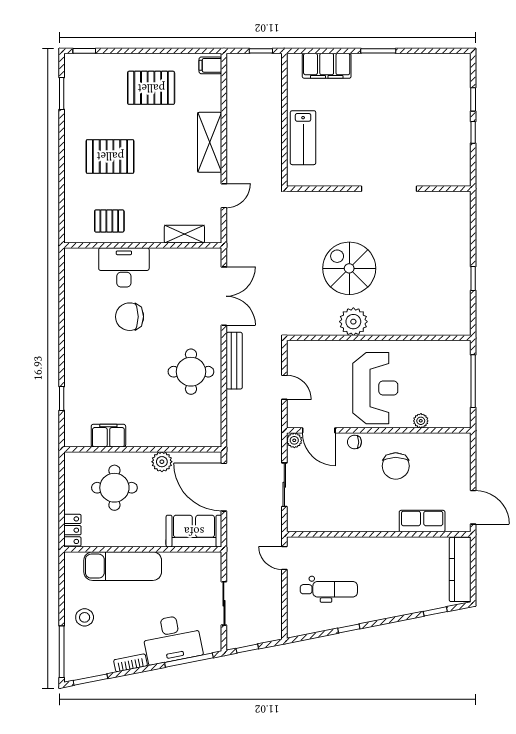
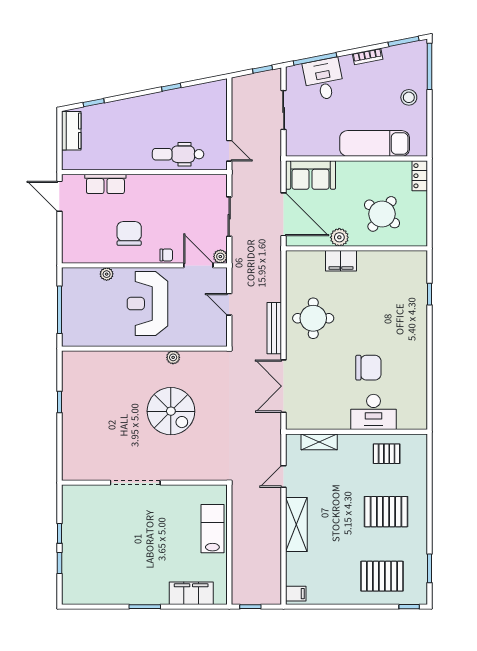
pallet: (151, 88) -> (382, 576), moved
plant: (353, 322) -> (173, 357), width x0.53, depth x0.53
filing cabinet: (108, 436) -> (341, 261), moved
round table: (114, 488) -> (382, 214), turned 36
kitchen counter: (460, 569) -> (71, 131), width x0.67
dental chair: (329, 589) -> (178, 154), moved
desk: (172, 639) -> (324, 79), width x0.73

